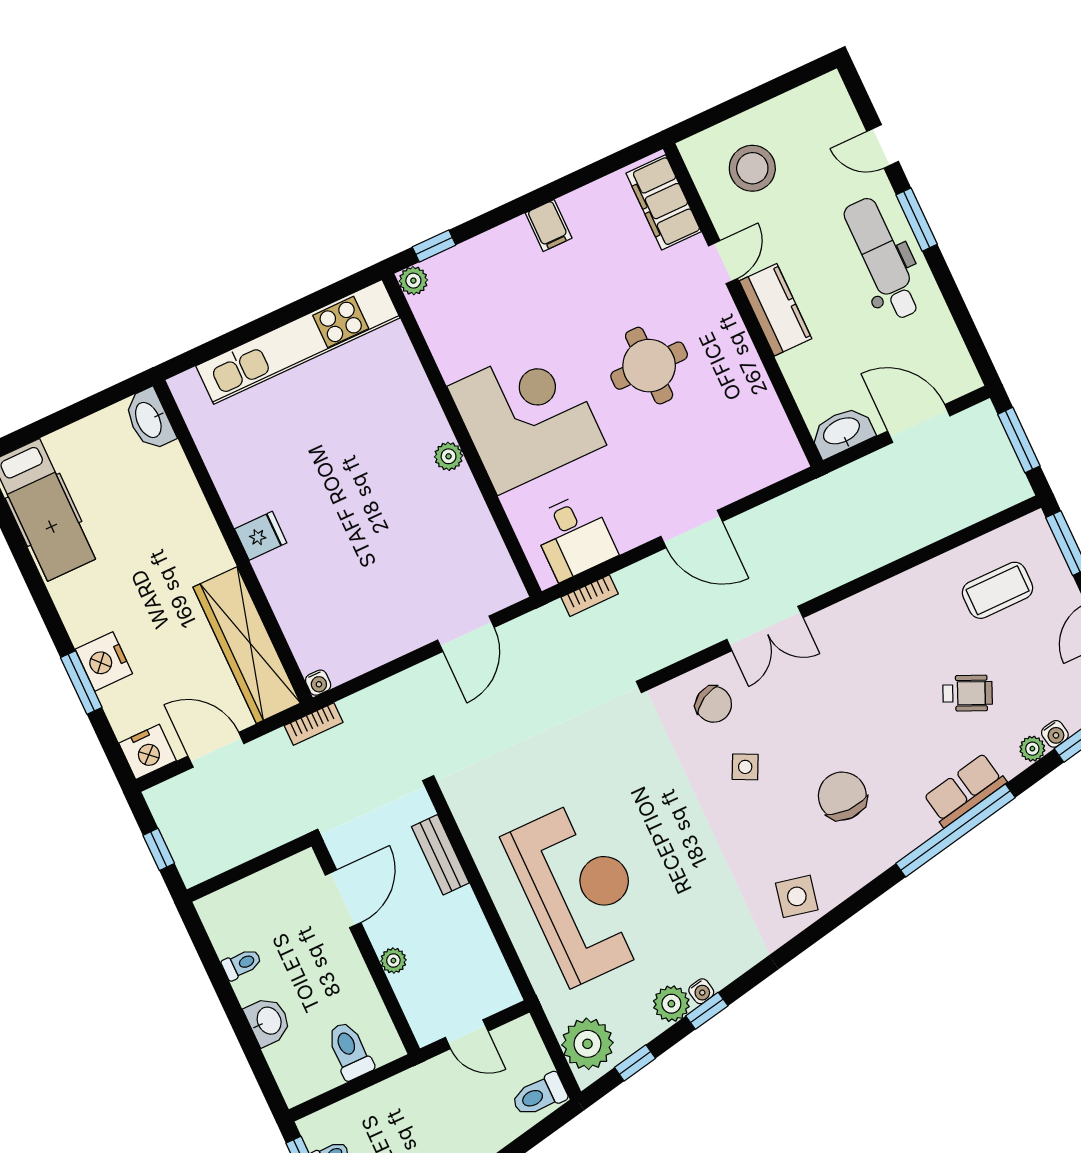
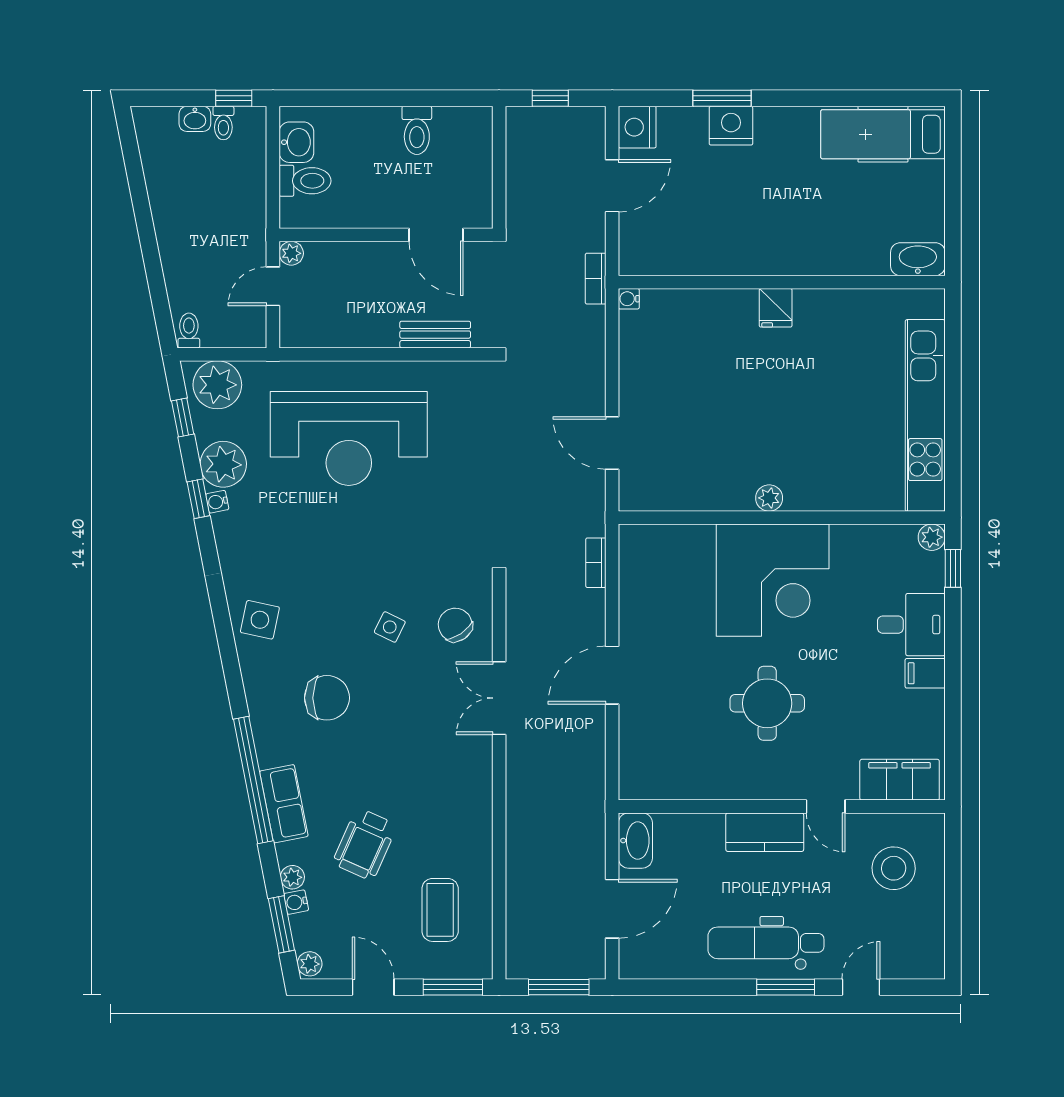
dental chair: (882, 259) -> (766, 943), turned 180
desk: (574, 536) -> (911, 625), moved, turned 180
wardrobe: (247, 645) -> (689, 253), removed
wheelchair: (968, 693) -> (365, 844), width x1.36, depth x1.37
chair: (714, 704) -> (455, 625), turned 86
plant: (393, 961) -> (291, 253), moved
toilet: (242, 964) -> (417, 130), width x1.37, depth x1.39
plant: (671, 1004) -> (223, 464), width x1.36, depth x1.36
washbasin: (268, 1021) -> (296, 142), moved, turned -90
toilet: (539, 1095) -> (189, 330), width x0.73, depth x0.72

